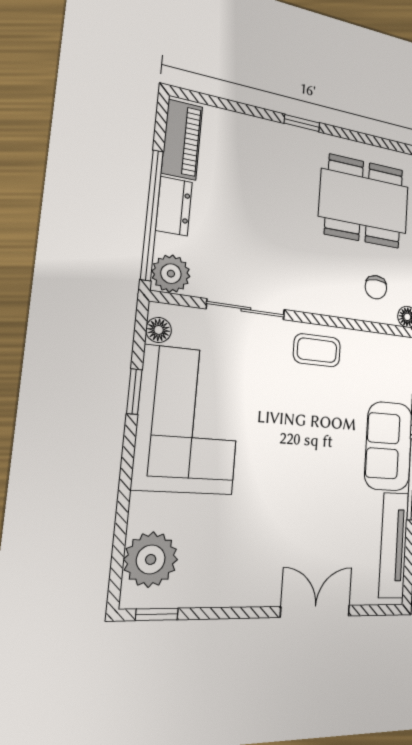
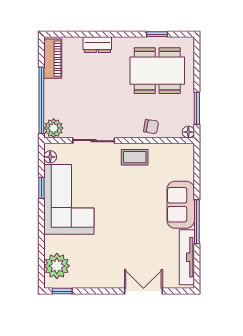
window: (302, 123) -> (157, 34), moved
dresser: (174, 206) -> (97, 45), moved, turned 90
chair: (376, 287) -> (151, 126), moved, turned -81

